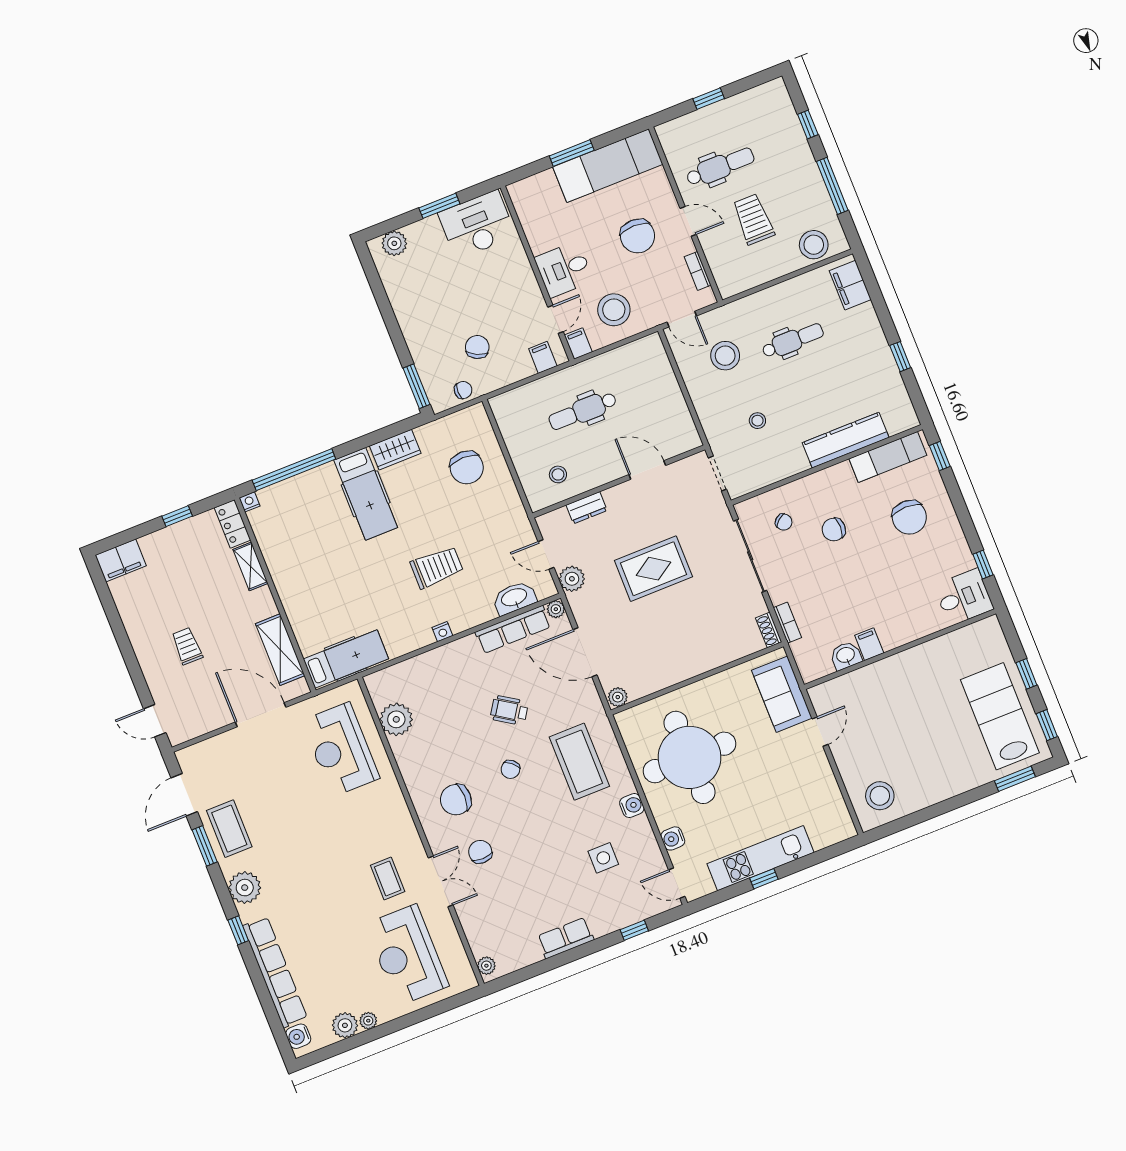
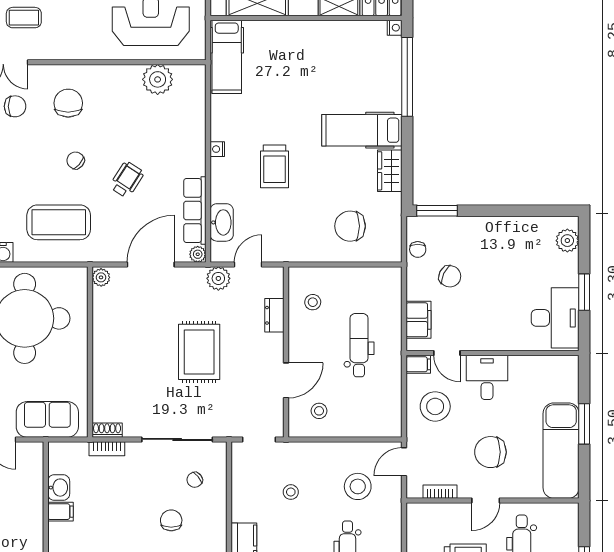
filing cabinet: (543, 357) -> (419, 320), width x2.00
stool: (665, 425) -> (319, 411), added

